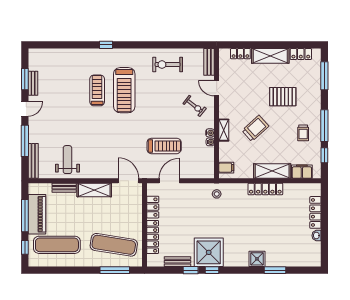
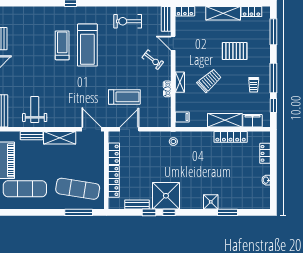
locker: (240, 54) -> (185, 11), moved
locker: (265, 189) -> (231, 137), moved
locker: (315, 212) -> (265, 153), width x0.66

